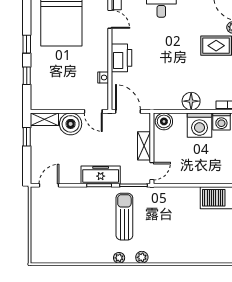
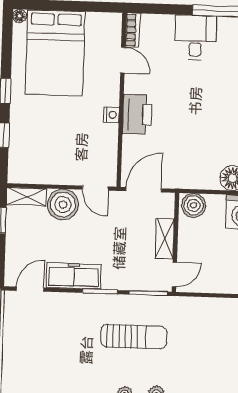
nightstand: (103, 77) -> (112, 115), moved
door: (128, 111) -> (144, 190), hinge flipped
freezer: (101, 175) -> (74, 276), moved
sun lounger: (124, 217) -> (134, 337), turned 90

